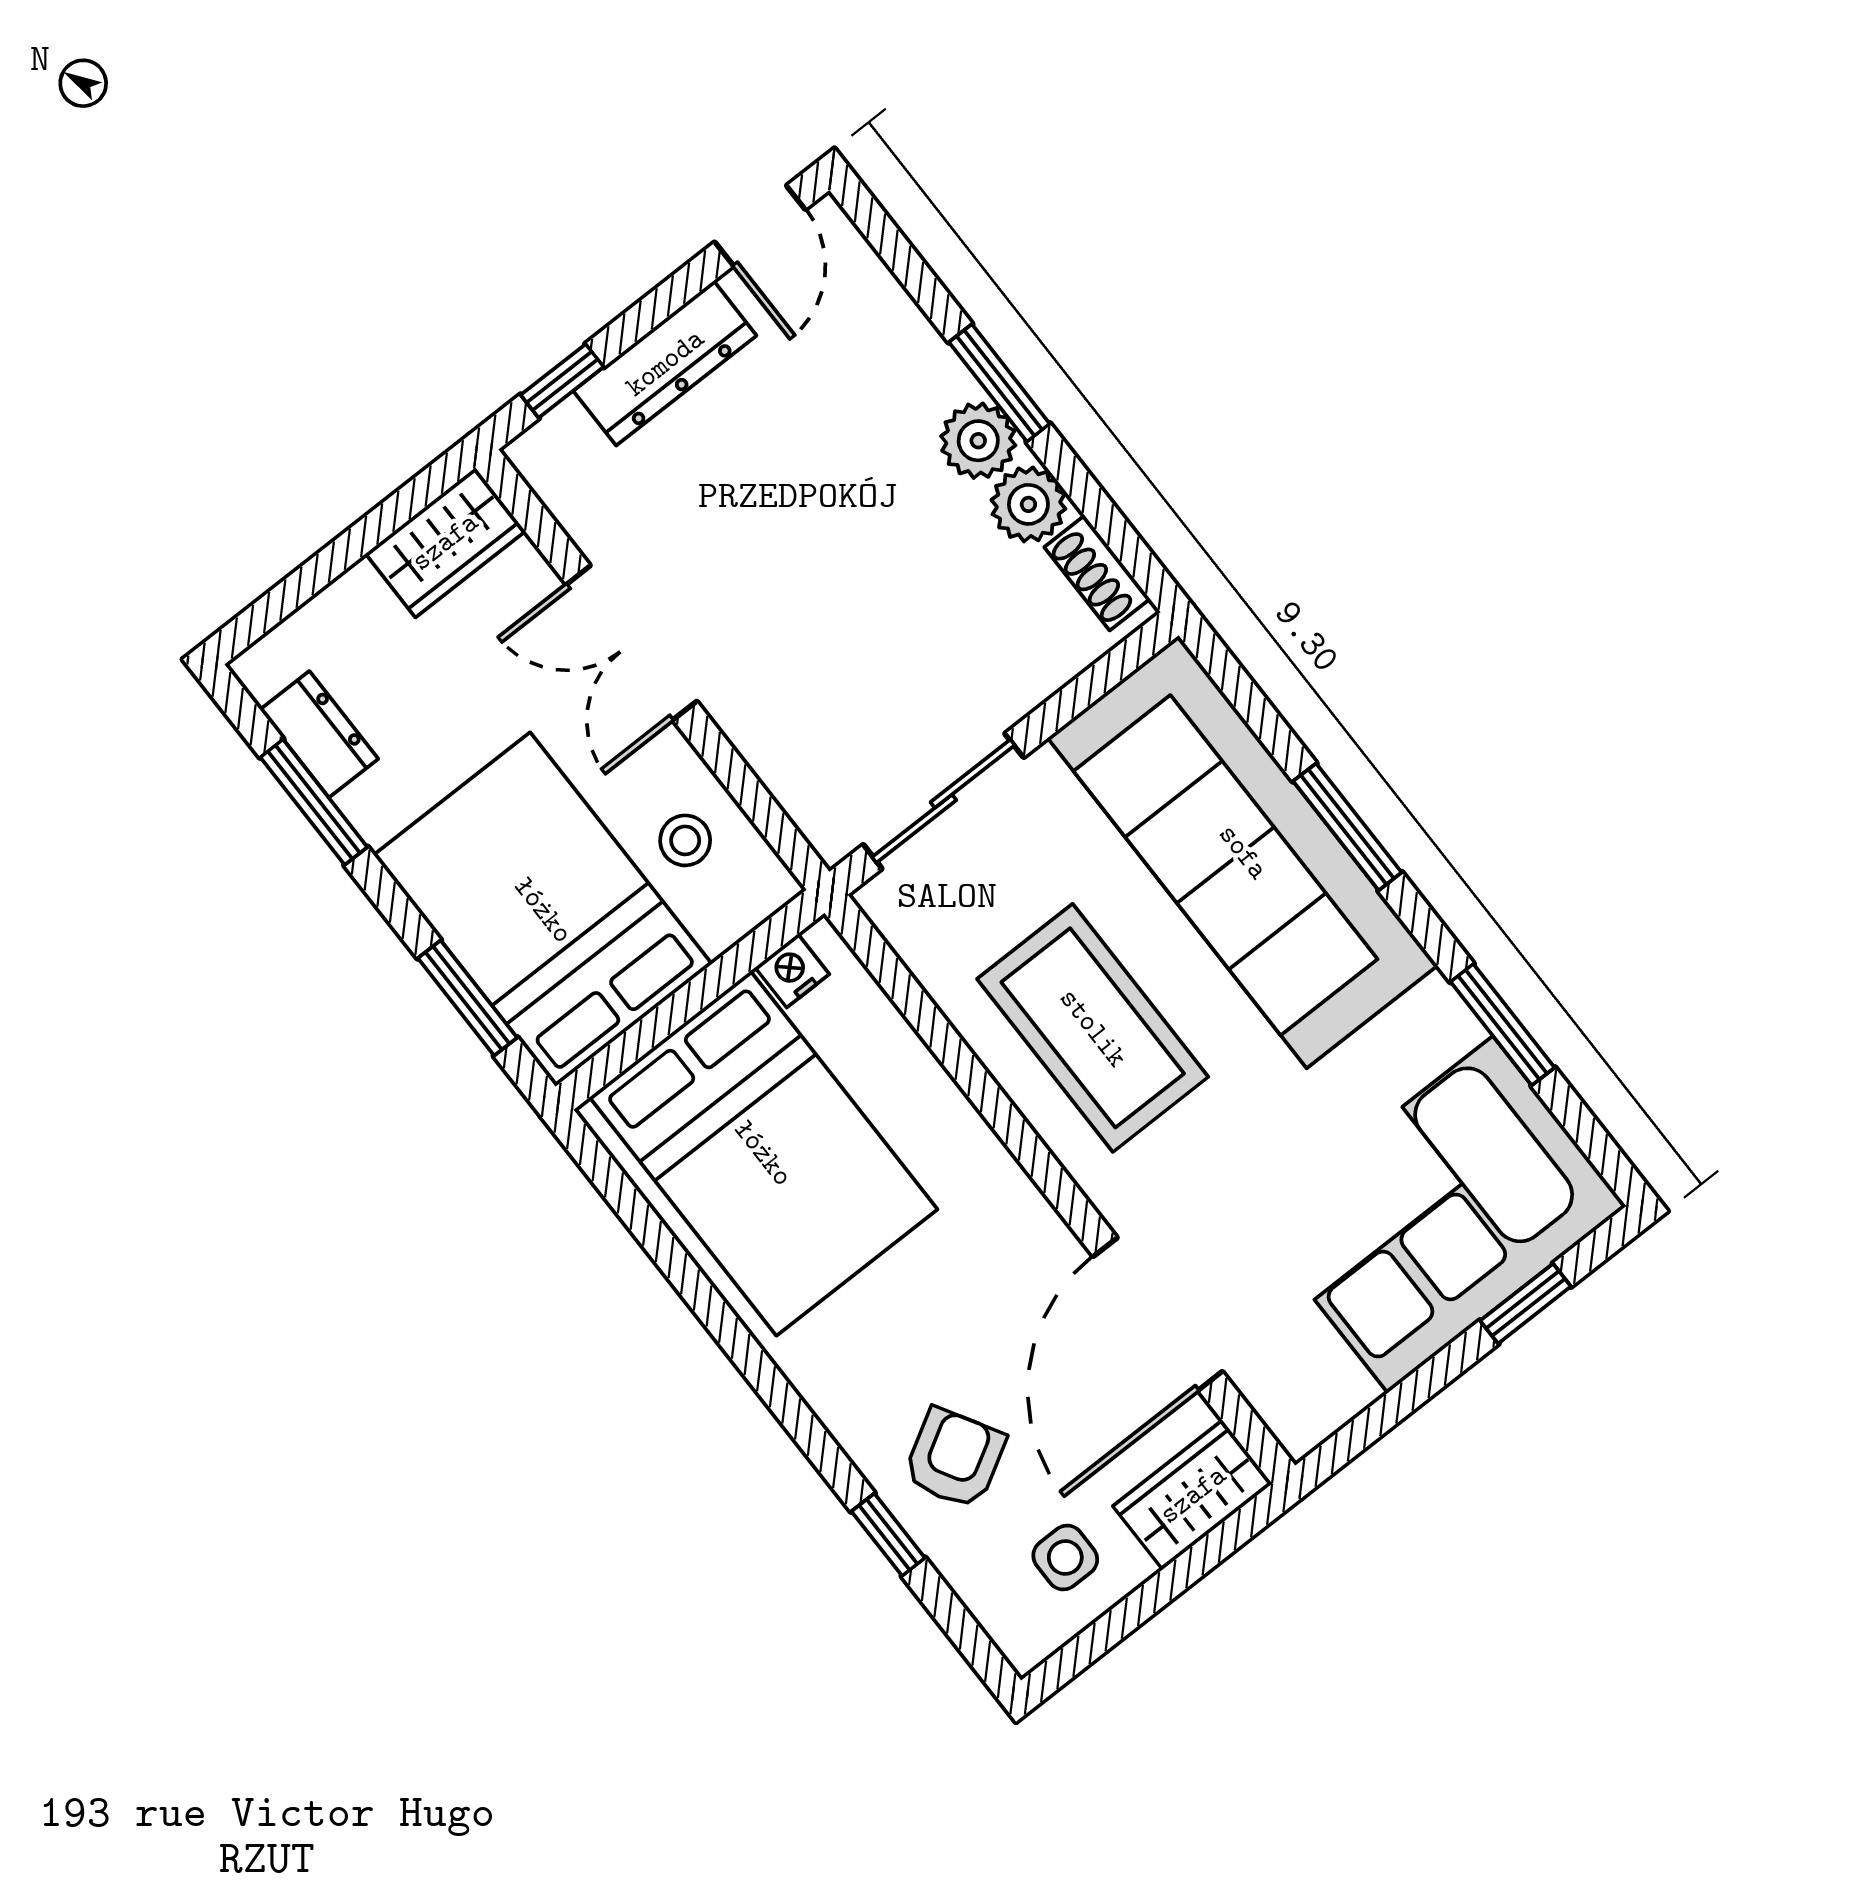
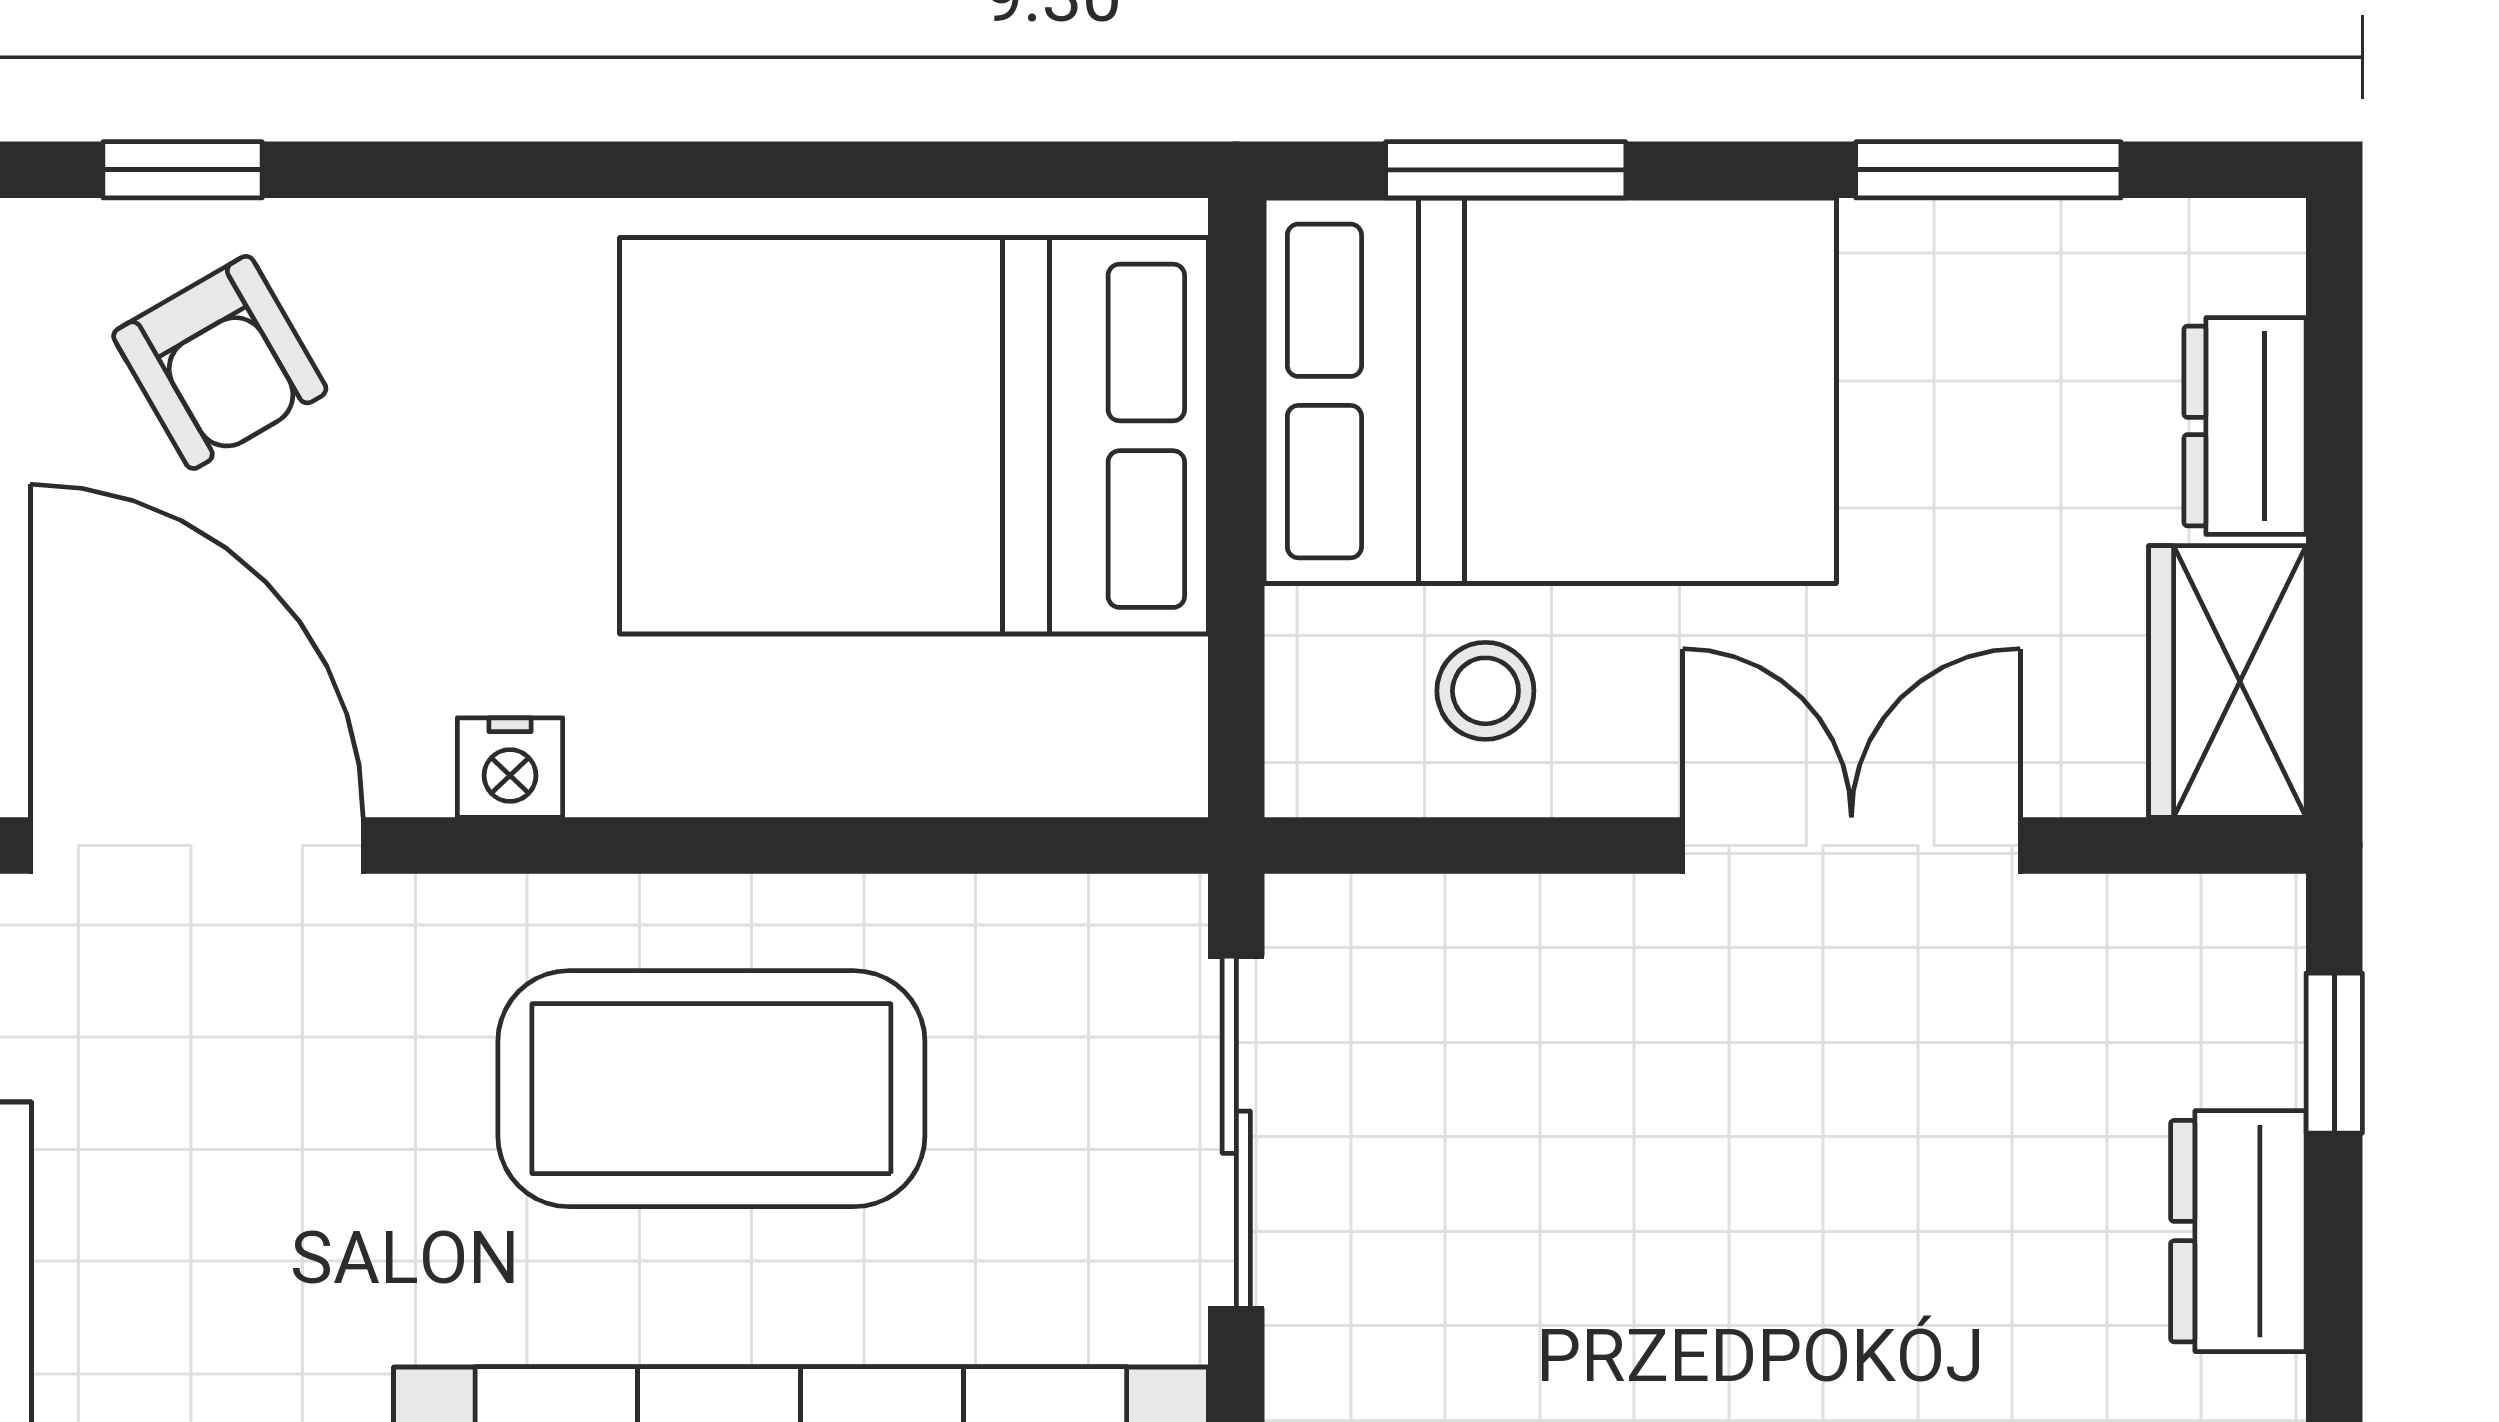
dresser: (665, 363) -> (2238, 1231), width x0.70
dresser: (319, 734) -> (2245, 426), moved, turned 90
nightstand: (792, 971) -> (510, 768), moved, turned 90

